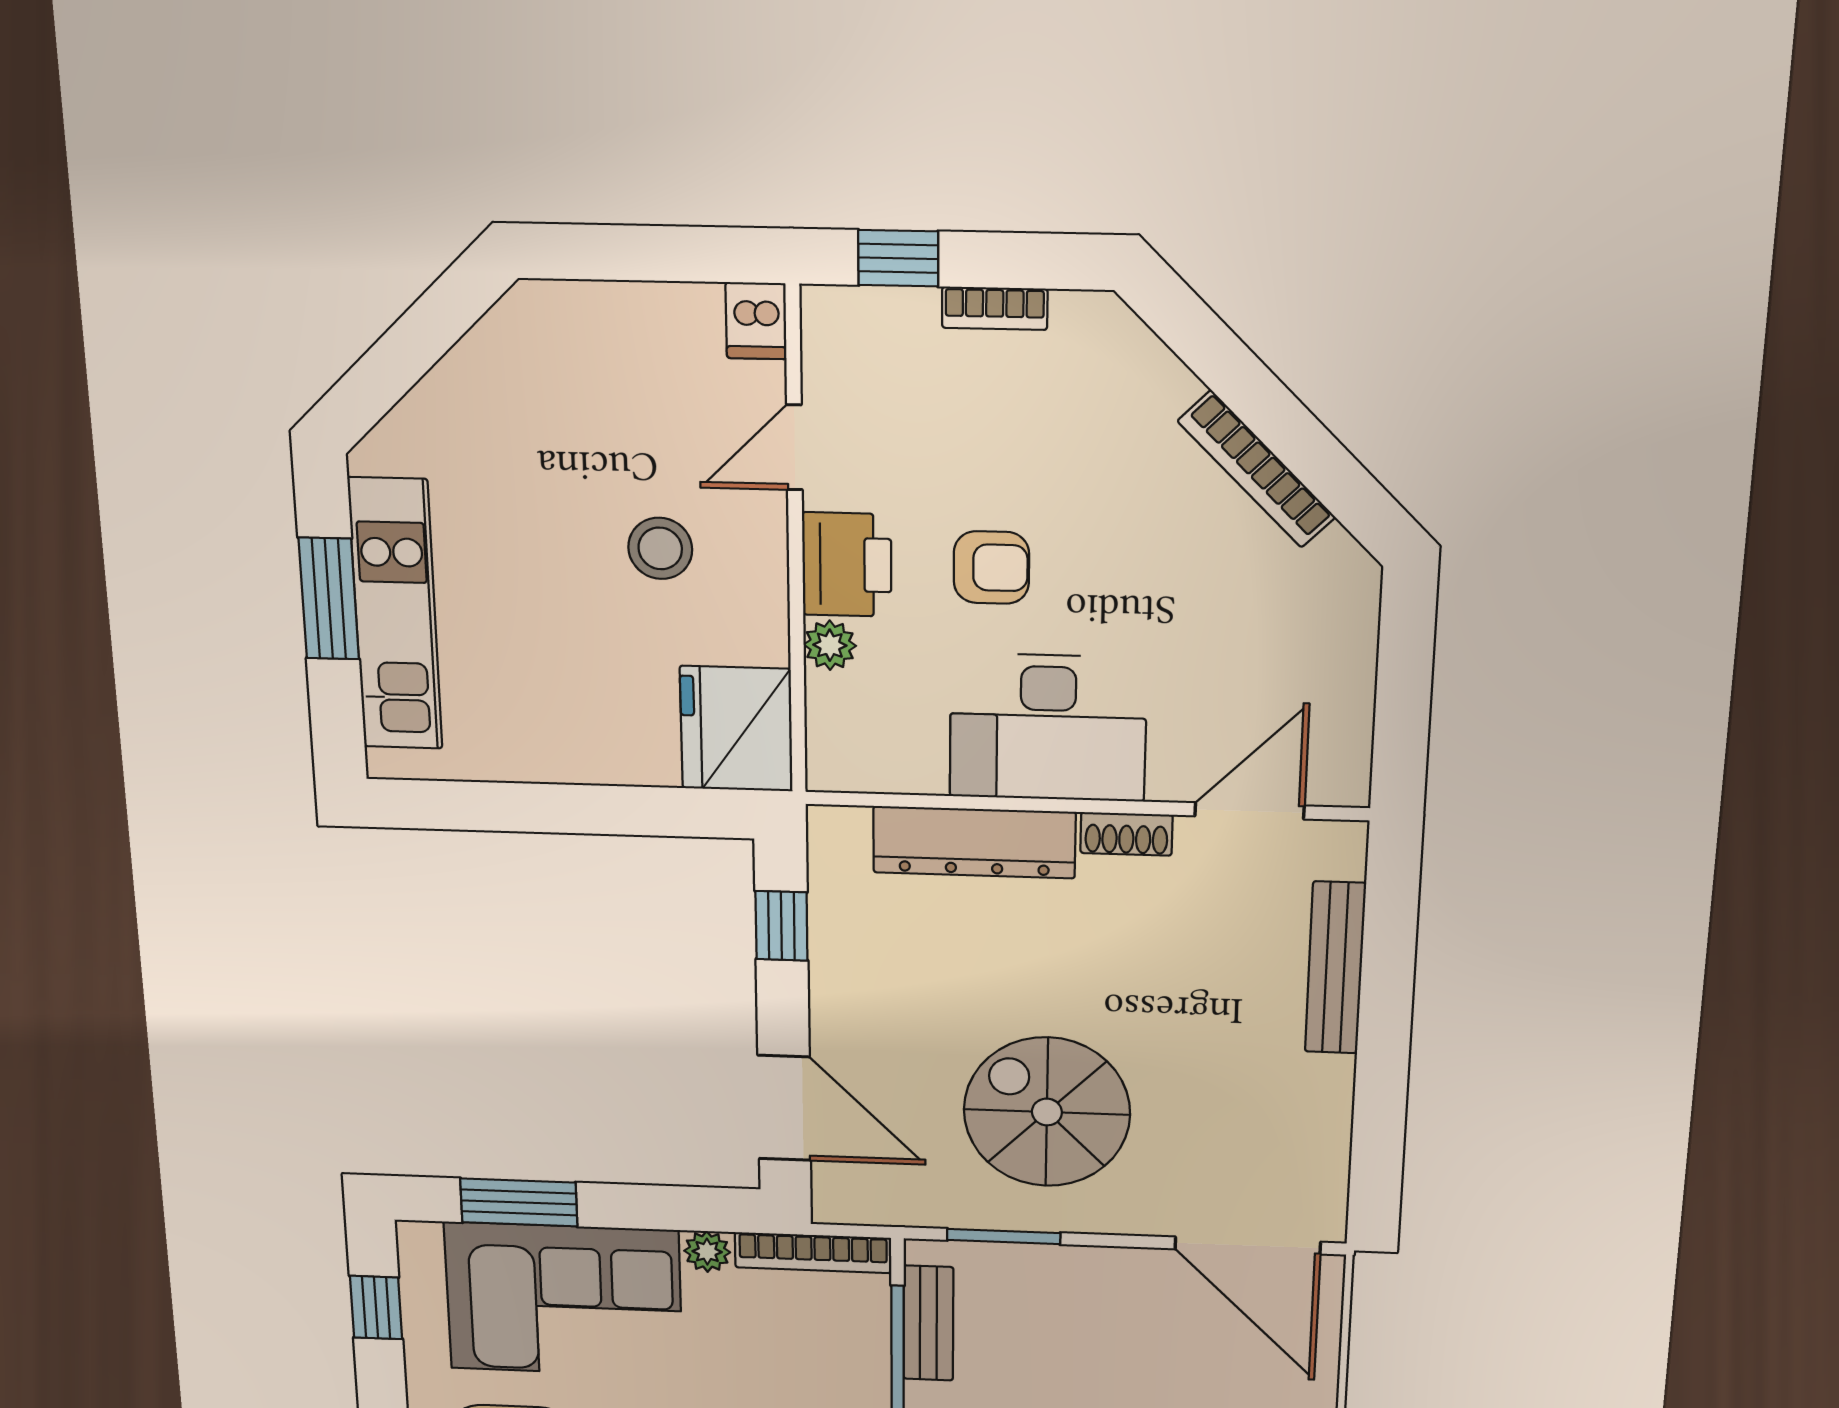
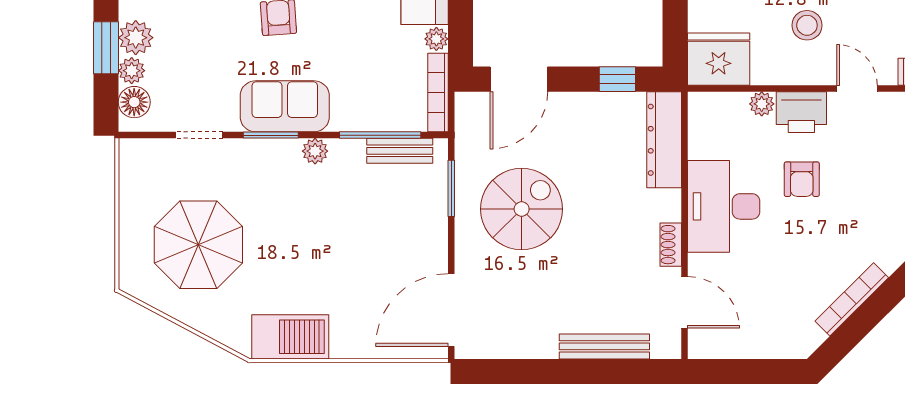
dresser: (974, 842) -> (664, 140), moved

